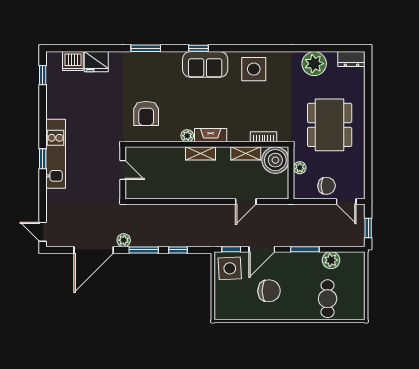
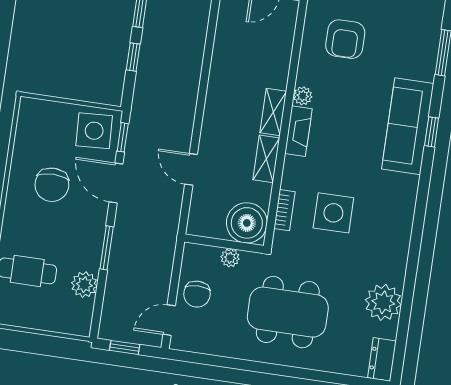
sofa: (205, 64) -> (408, 126), width x1.36
side table: (254, 69) -> (333, 213), moved
armchair: (146, 113) -> (345, 39), turned -90
shelving: (246, 153) -> (266, 159), moved

